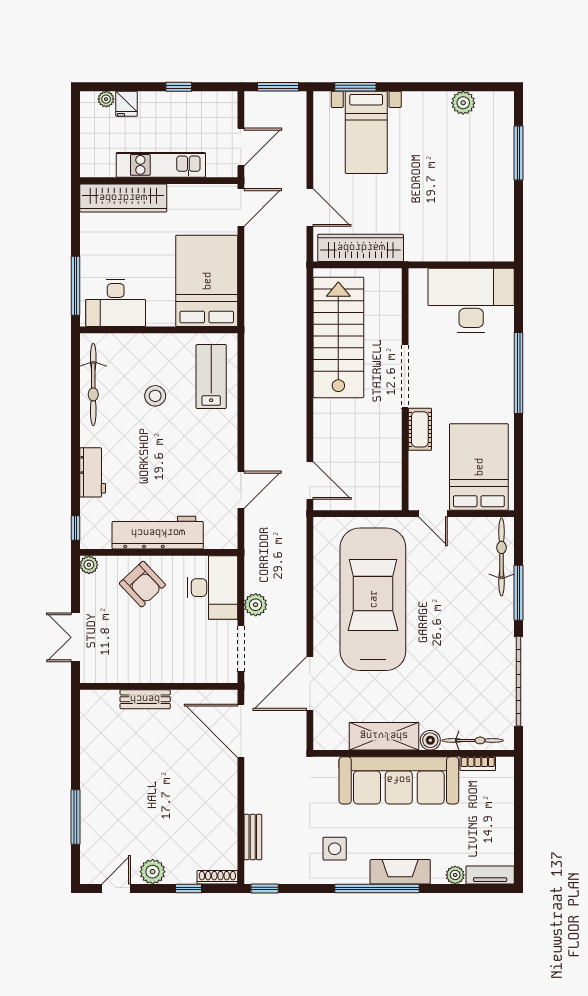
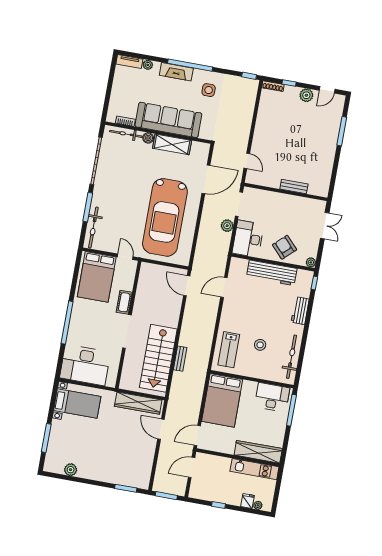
bed with nightstands: (366, 132) -> (77, 404), moved, turned 90
kitchen unit: (161, 165) -> (254, 469), moved
door: (241, 731) -> (247, 161), width x0.53
bench: (253, 837) -> (180, 359), moved

